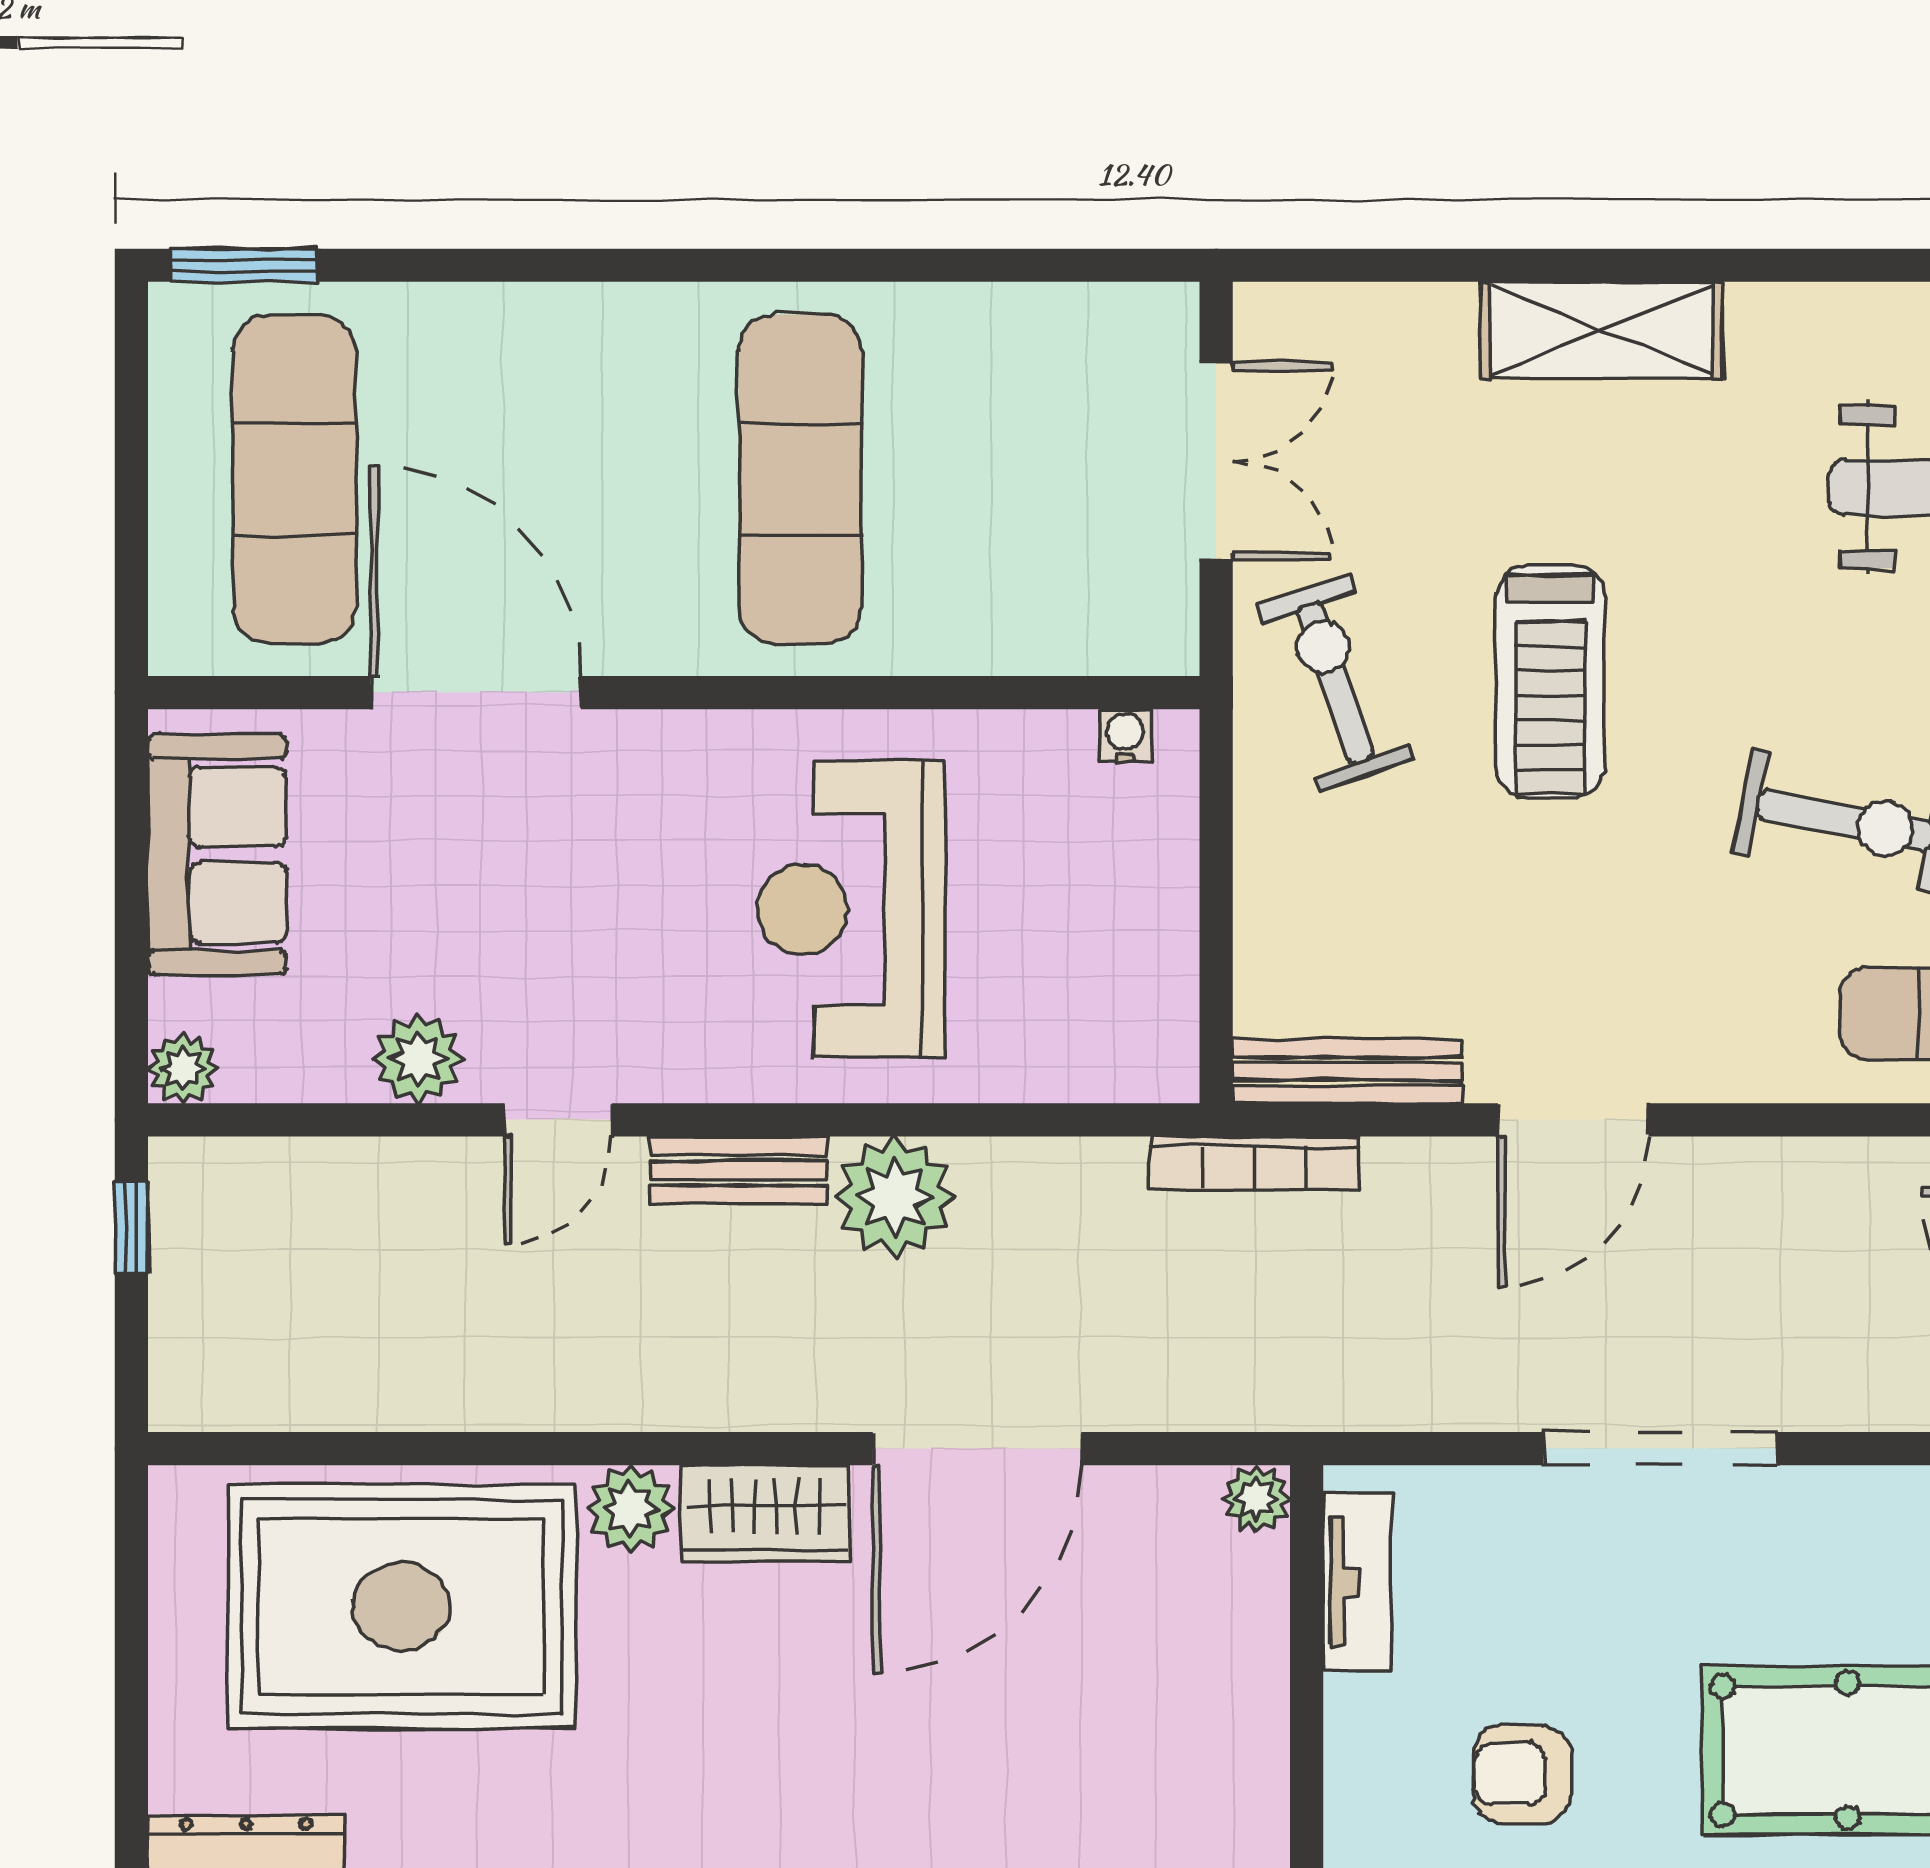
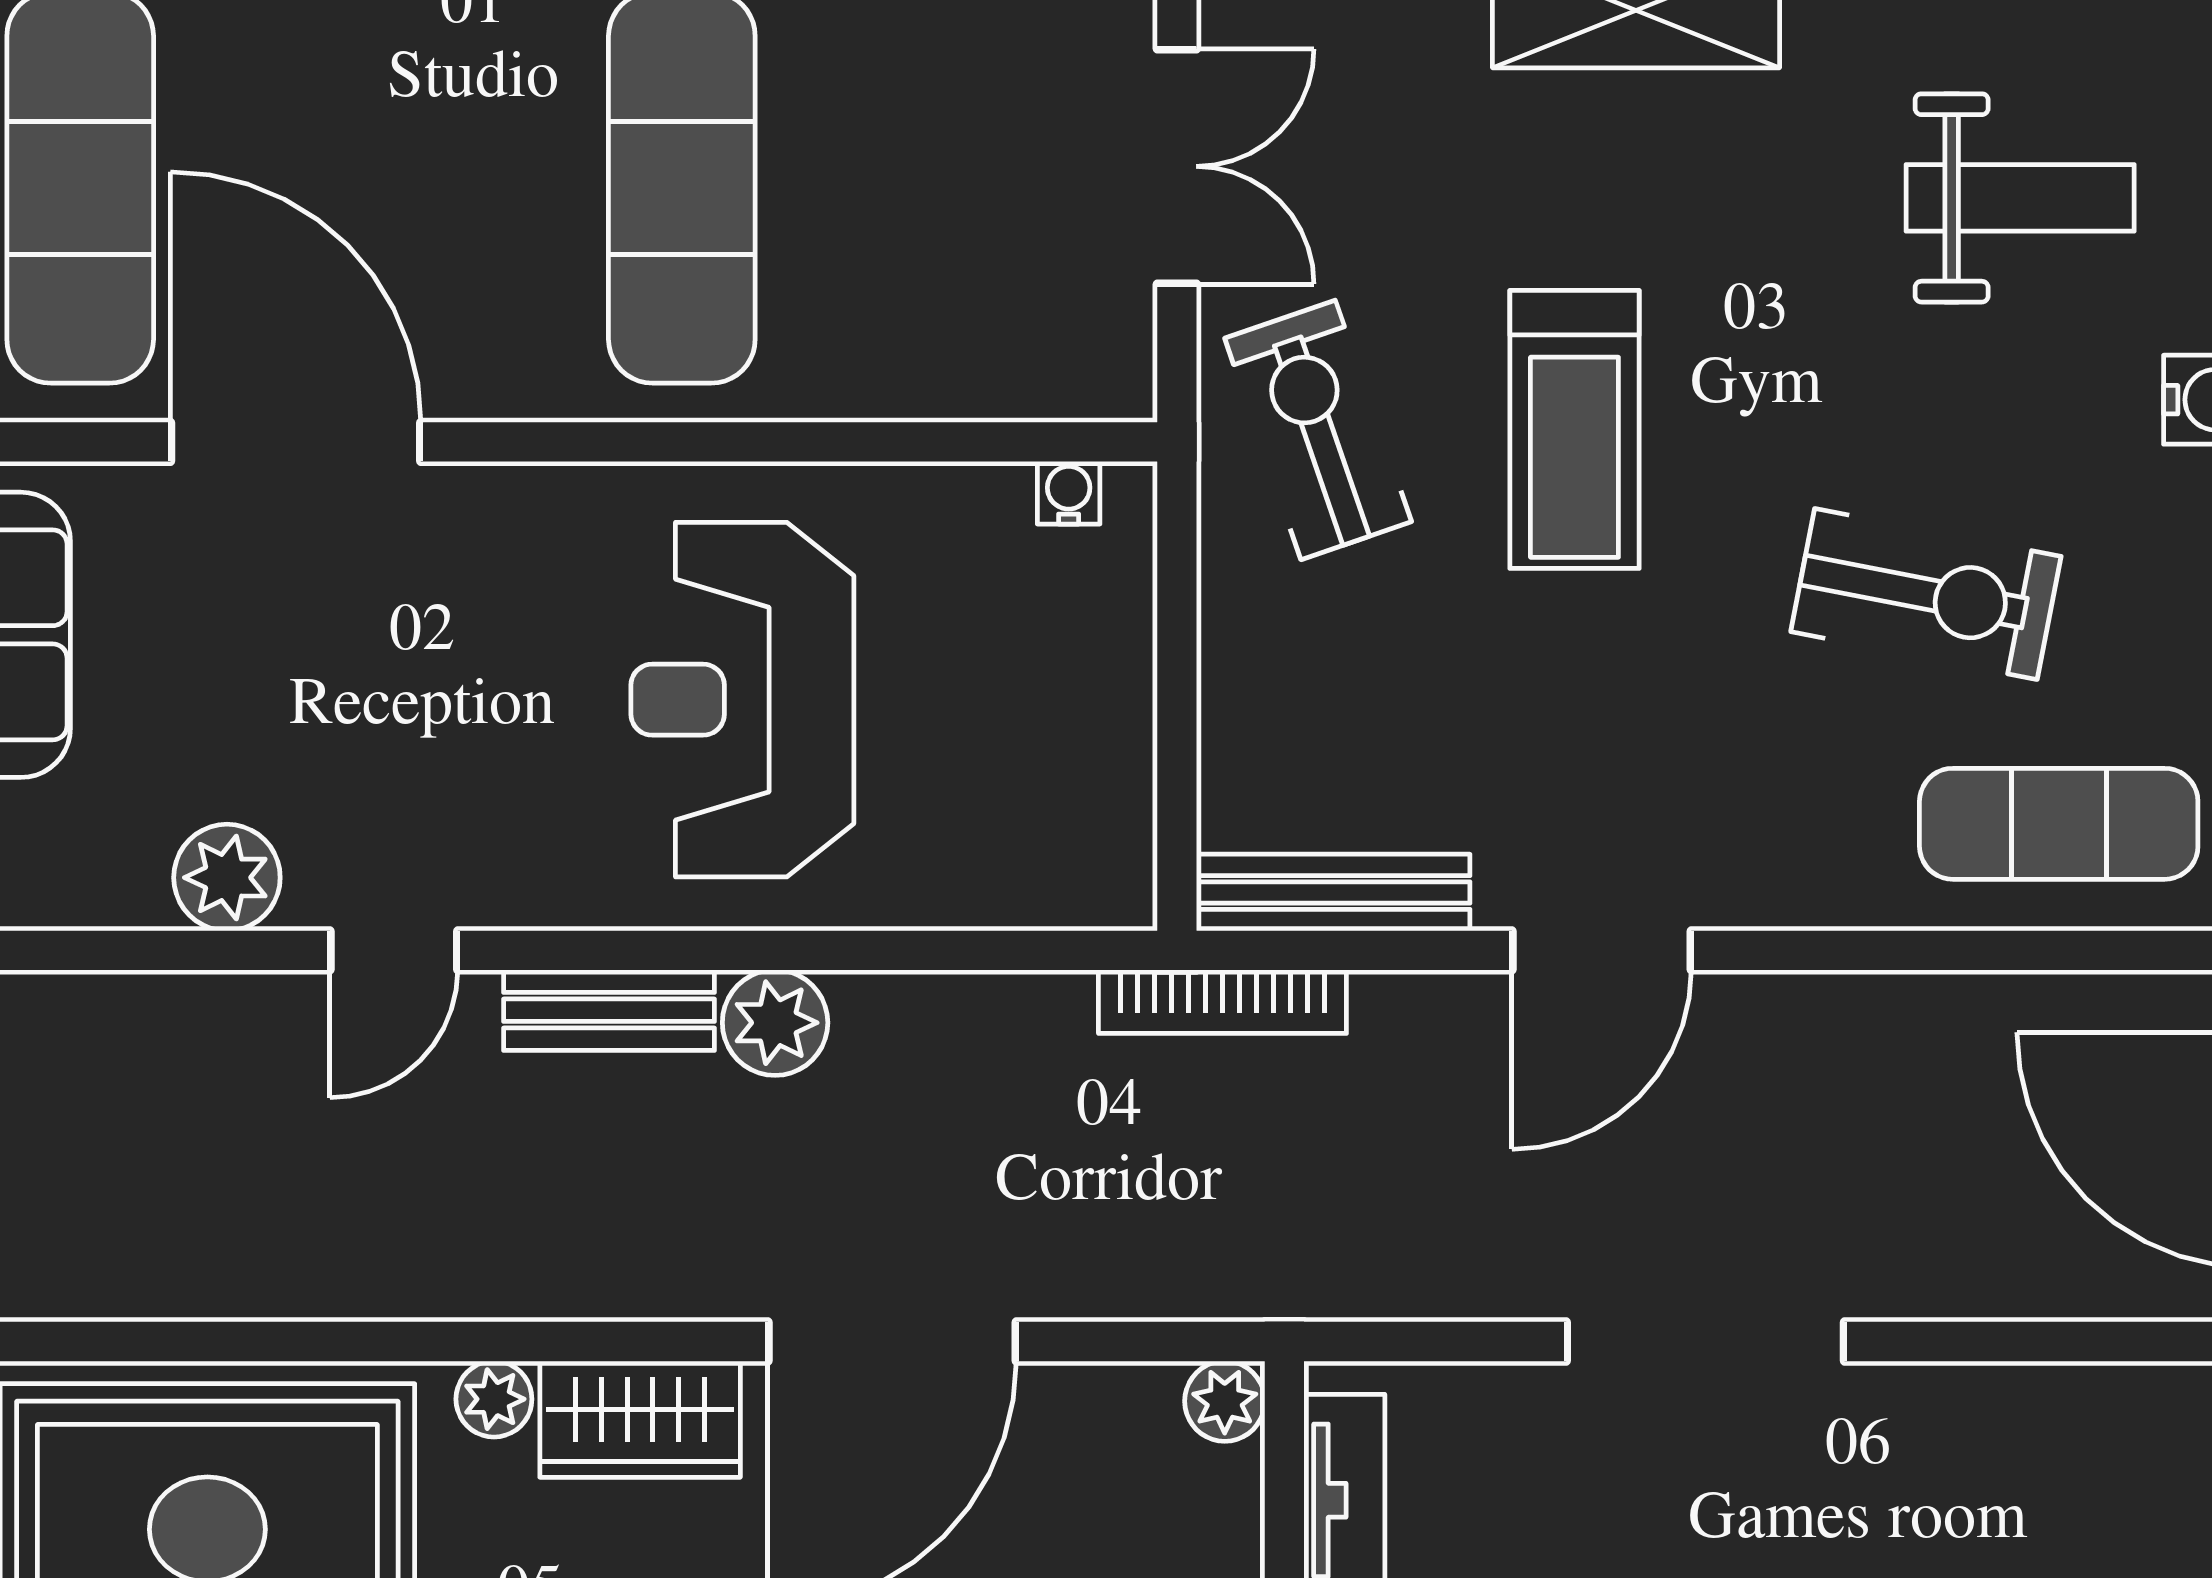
plant: (895, 1197) -> (775, 1023), width x0.73, depth x0.73
plant: (630, 1509) -> (494, 1399), width x0.73, depth x0.73

